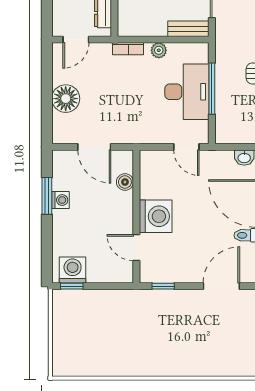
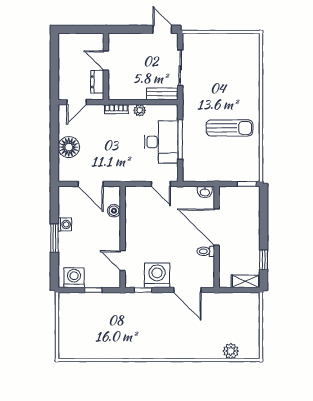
window: (47, 196) -> (54, 238), moved
washing machine: (156, 216) -> (157, 275), moved, turned -90
window: (72, 286) -> (93, 290), moved
door: (221, 286) -> (187, 290), swing flipped

